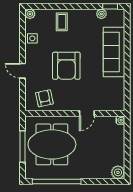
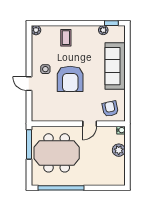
side table: (32, 38) -> (45, 69), moved
armchair: (44, 98) -> (110, 109), moved
window: (23, 146) -> (29, 144), moved
plant: (118, 172) -> (119, 150), moved

